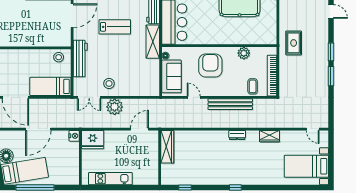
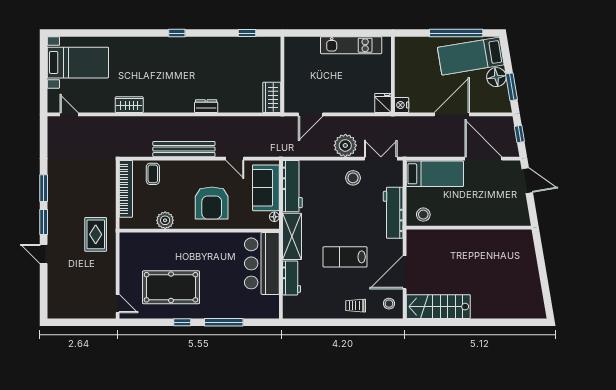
door: (331, 11) -> (44, 254), moved
workbench: (152, 78) -> (292, 186), added
dresser: (237, 135) -> (206, 106), moved
fridge: (93, 140) -> (383, 103), width x0.53, depth x0.75
wardrobe: (167, 147) -> (272, 97), width x0.67

